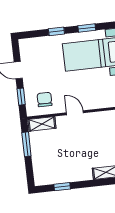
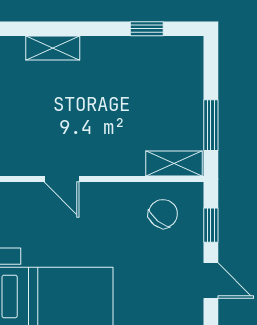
chair: (44, 99) -> (163, 214), turned -141
door: (75, 113) -> (62, 179), moved

